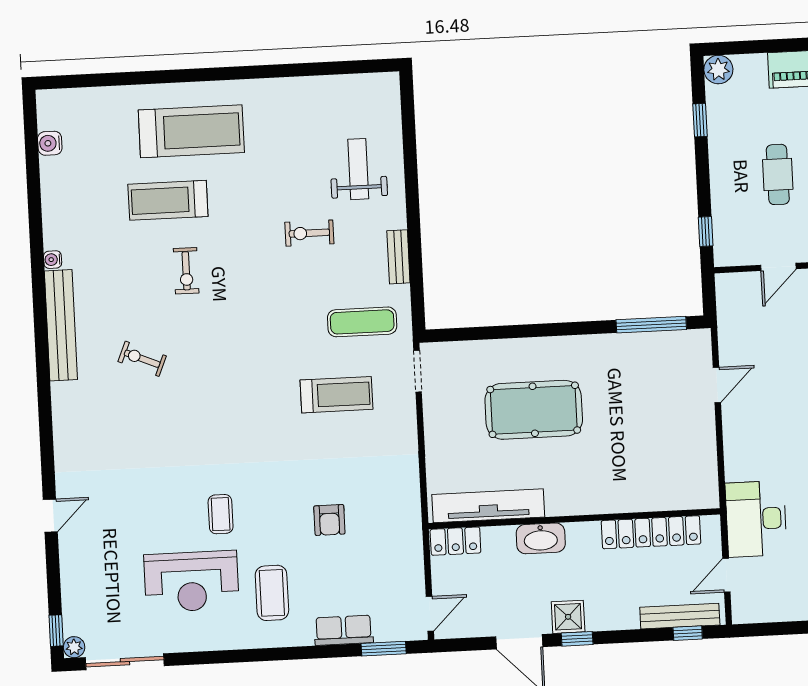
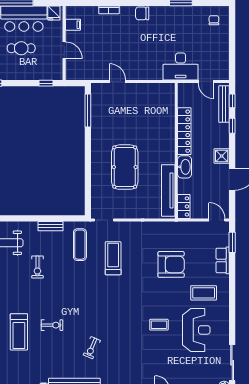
coffee table: (221, 514) -> (159, 325), moved
armchair: (329, 520) -> (171, 264), width x1.88, depth x1.88
locker: (651, 532) -> (184, 131), moved
window: (577, 639) -> (232, 126), moved

